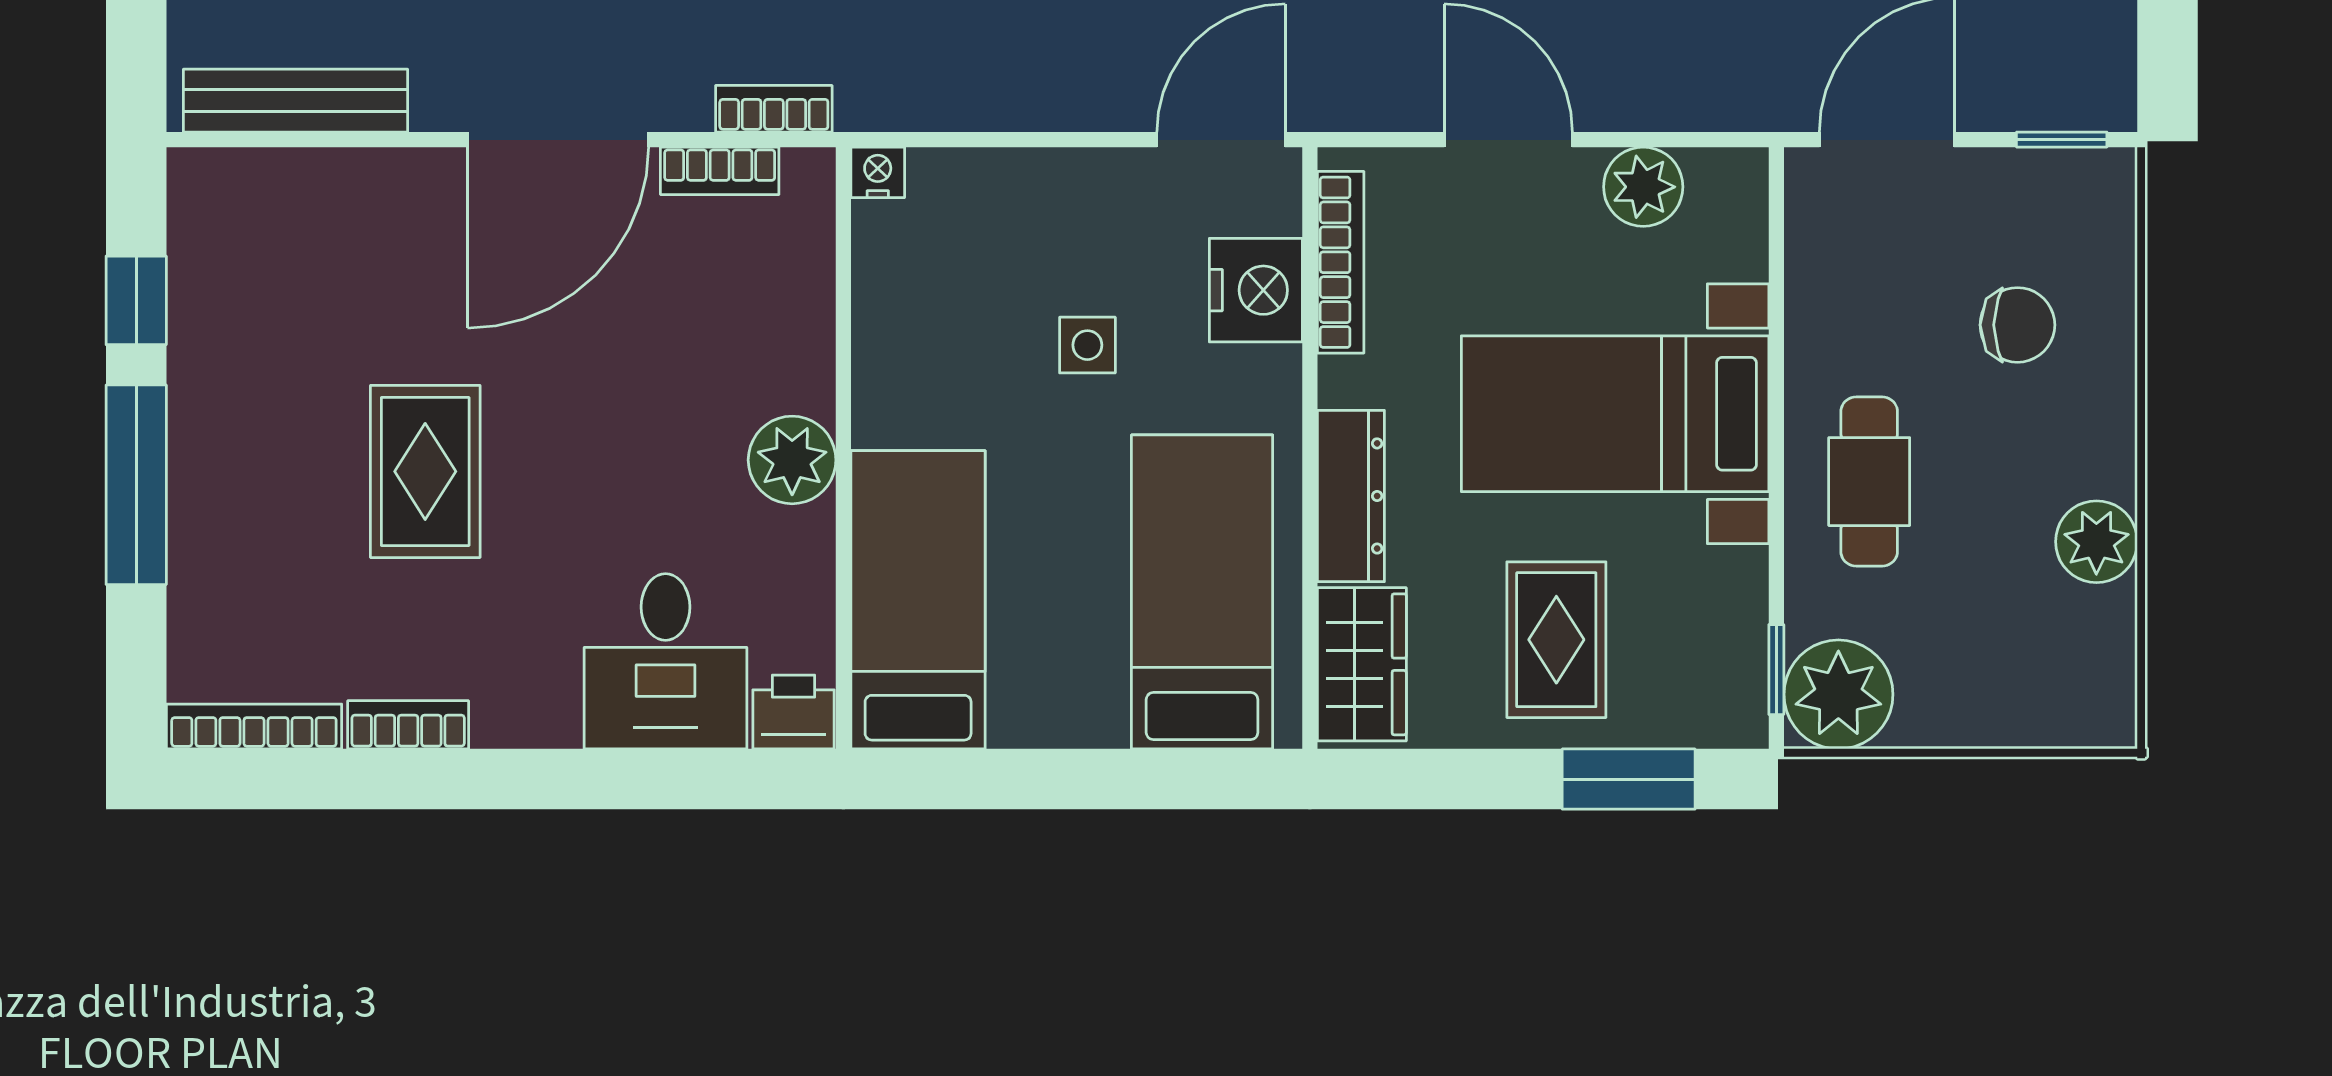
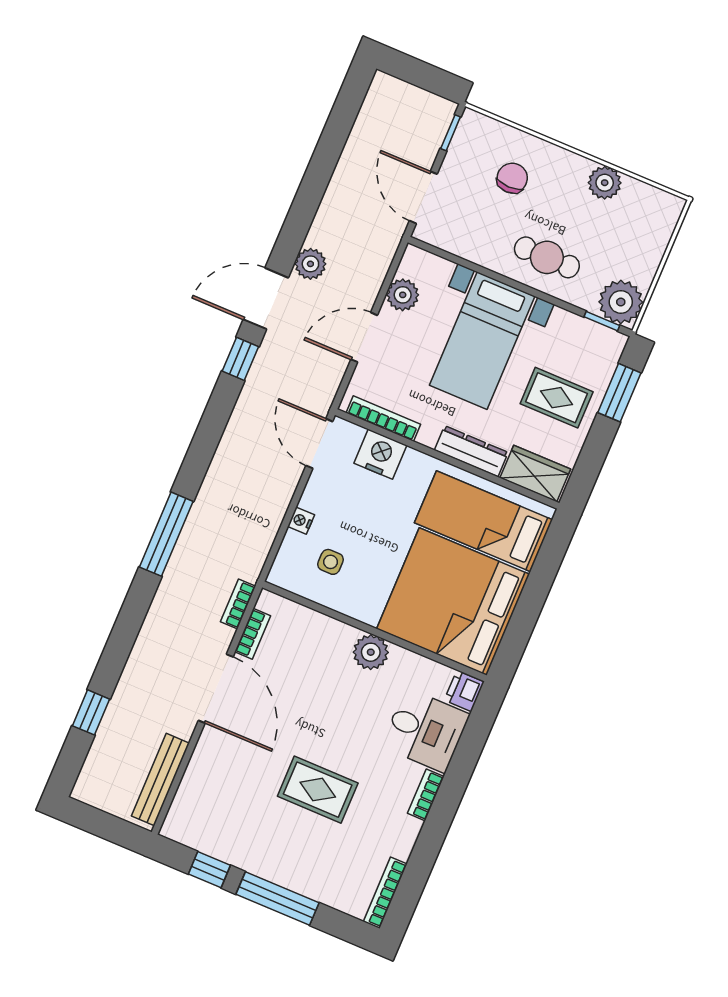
nightstand: (878, 172) -> (301, 521), moved
side table: (1087, 345) -> (331, 562), moved
bed: (918, 600) -> (453, 602), width x2.04
bookcase: (408, 725) -> (426, 795), moved

